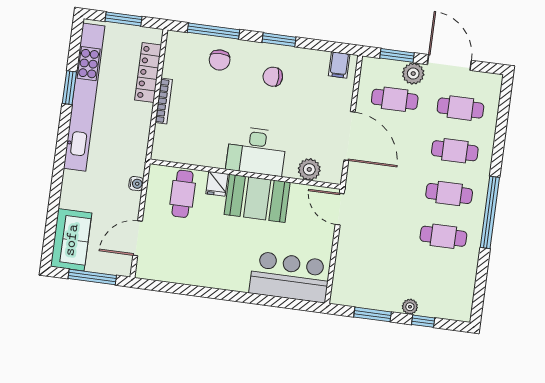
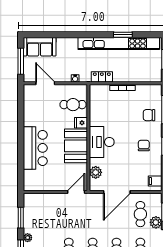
locker: (148, 73) -> (102, 77), moved, width x0.66
bar counter: (290, 277) -> (35, 148), moved

